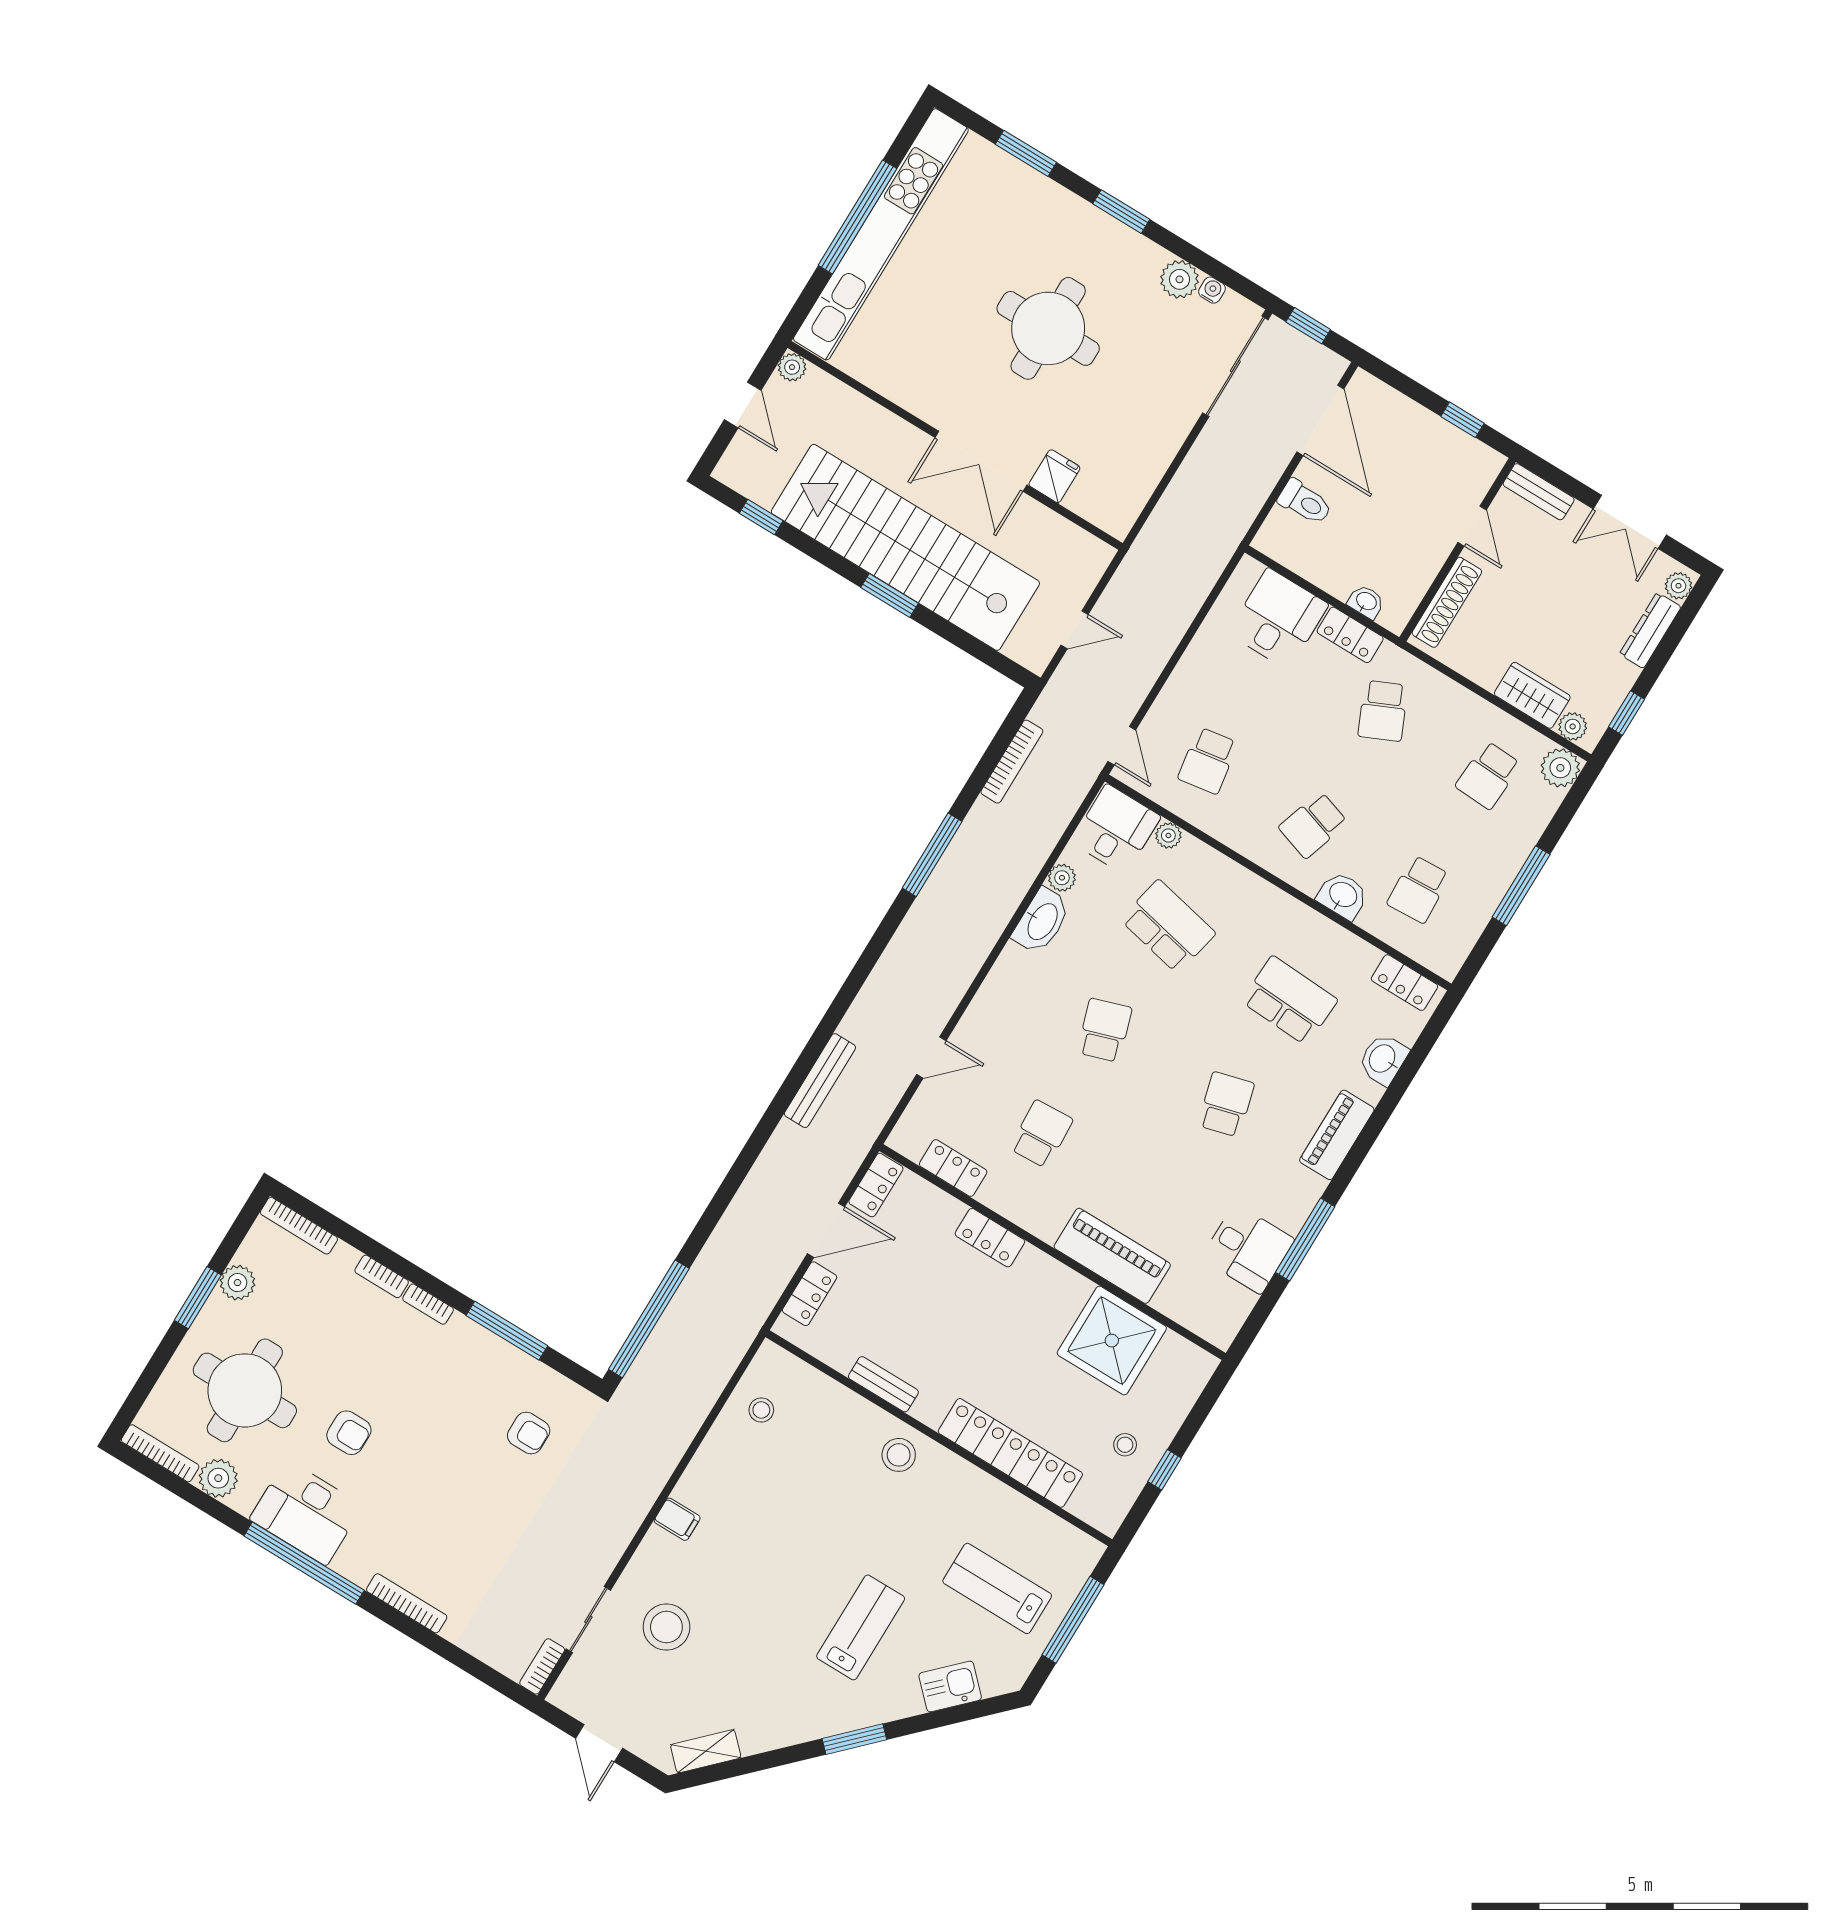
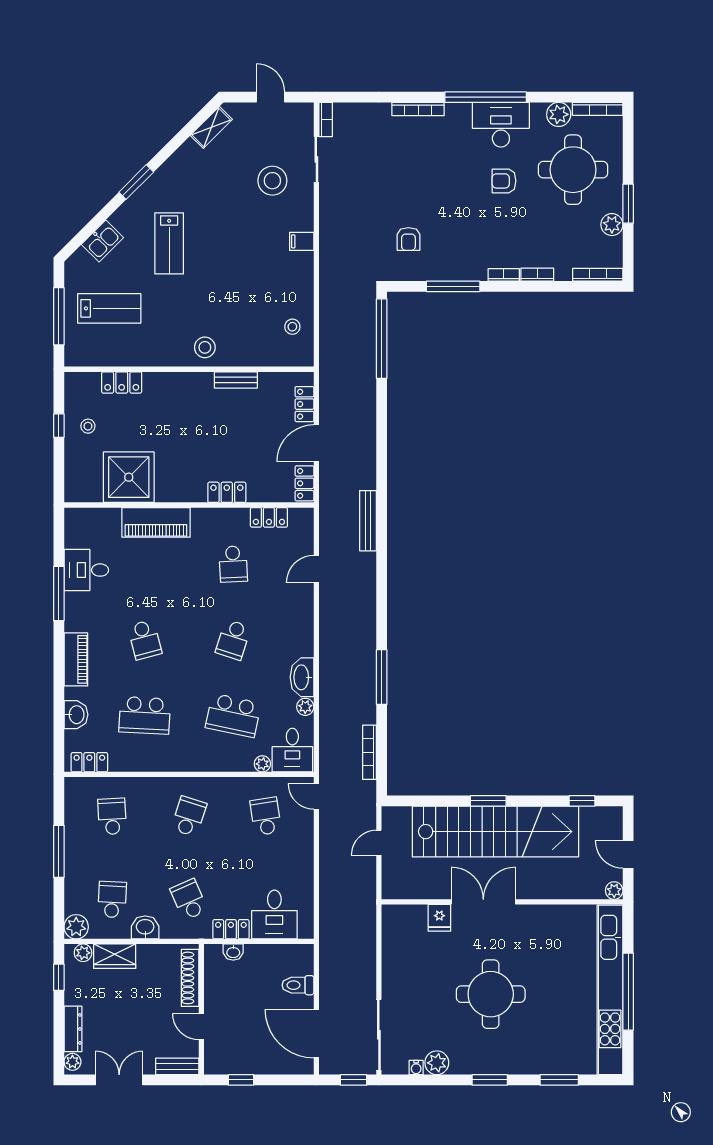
washbasin: (1343, 895) -> (145, 927), moved, turned 180
school desk: (1105, 1030) -> (233, 640), turned 36
armchair: (529, 1433) -> (408, 239), turned -90
locker: (1010, 1453) -> (122, 382), width x0.46, depth x0.83

